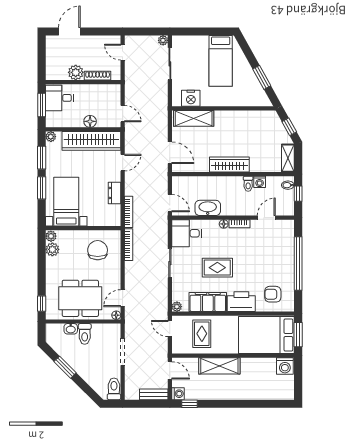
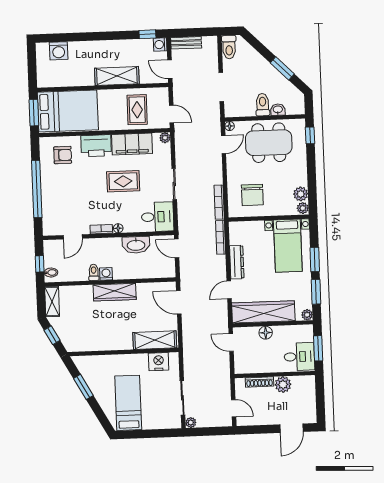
washing machine: (260, 182) -> (106, 274), moved
dresser: (114, 193) -> (237, 262), width x1.44
washing machine: (285, 366) -> (59, 51), moved, turned 180

